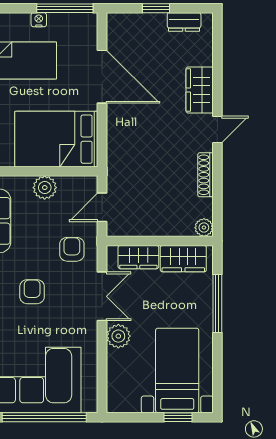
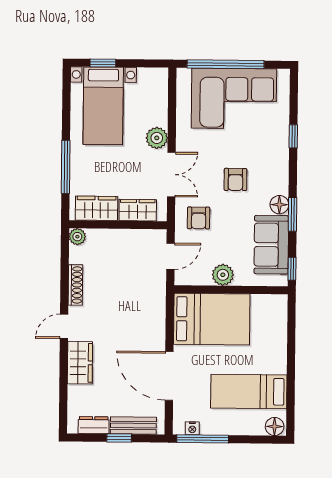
nightstand: (39, 20) -> (192, 428), moved
bench: (141, 22) -> (133, 425), added
double door: (102, 296) -> (171, 175), swing flipped

